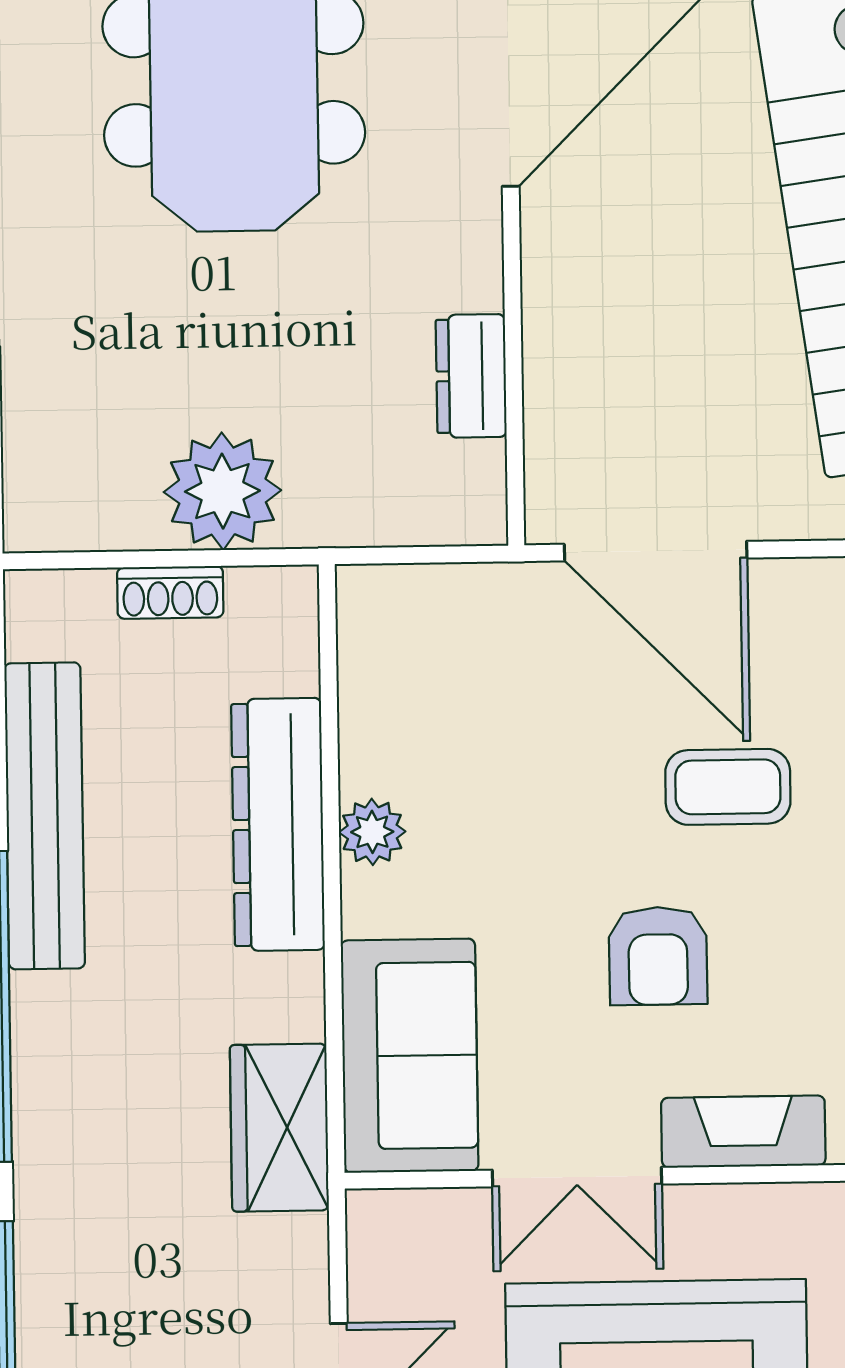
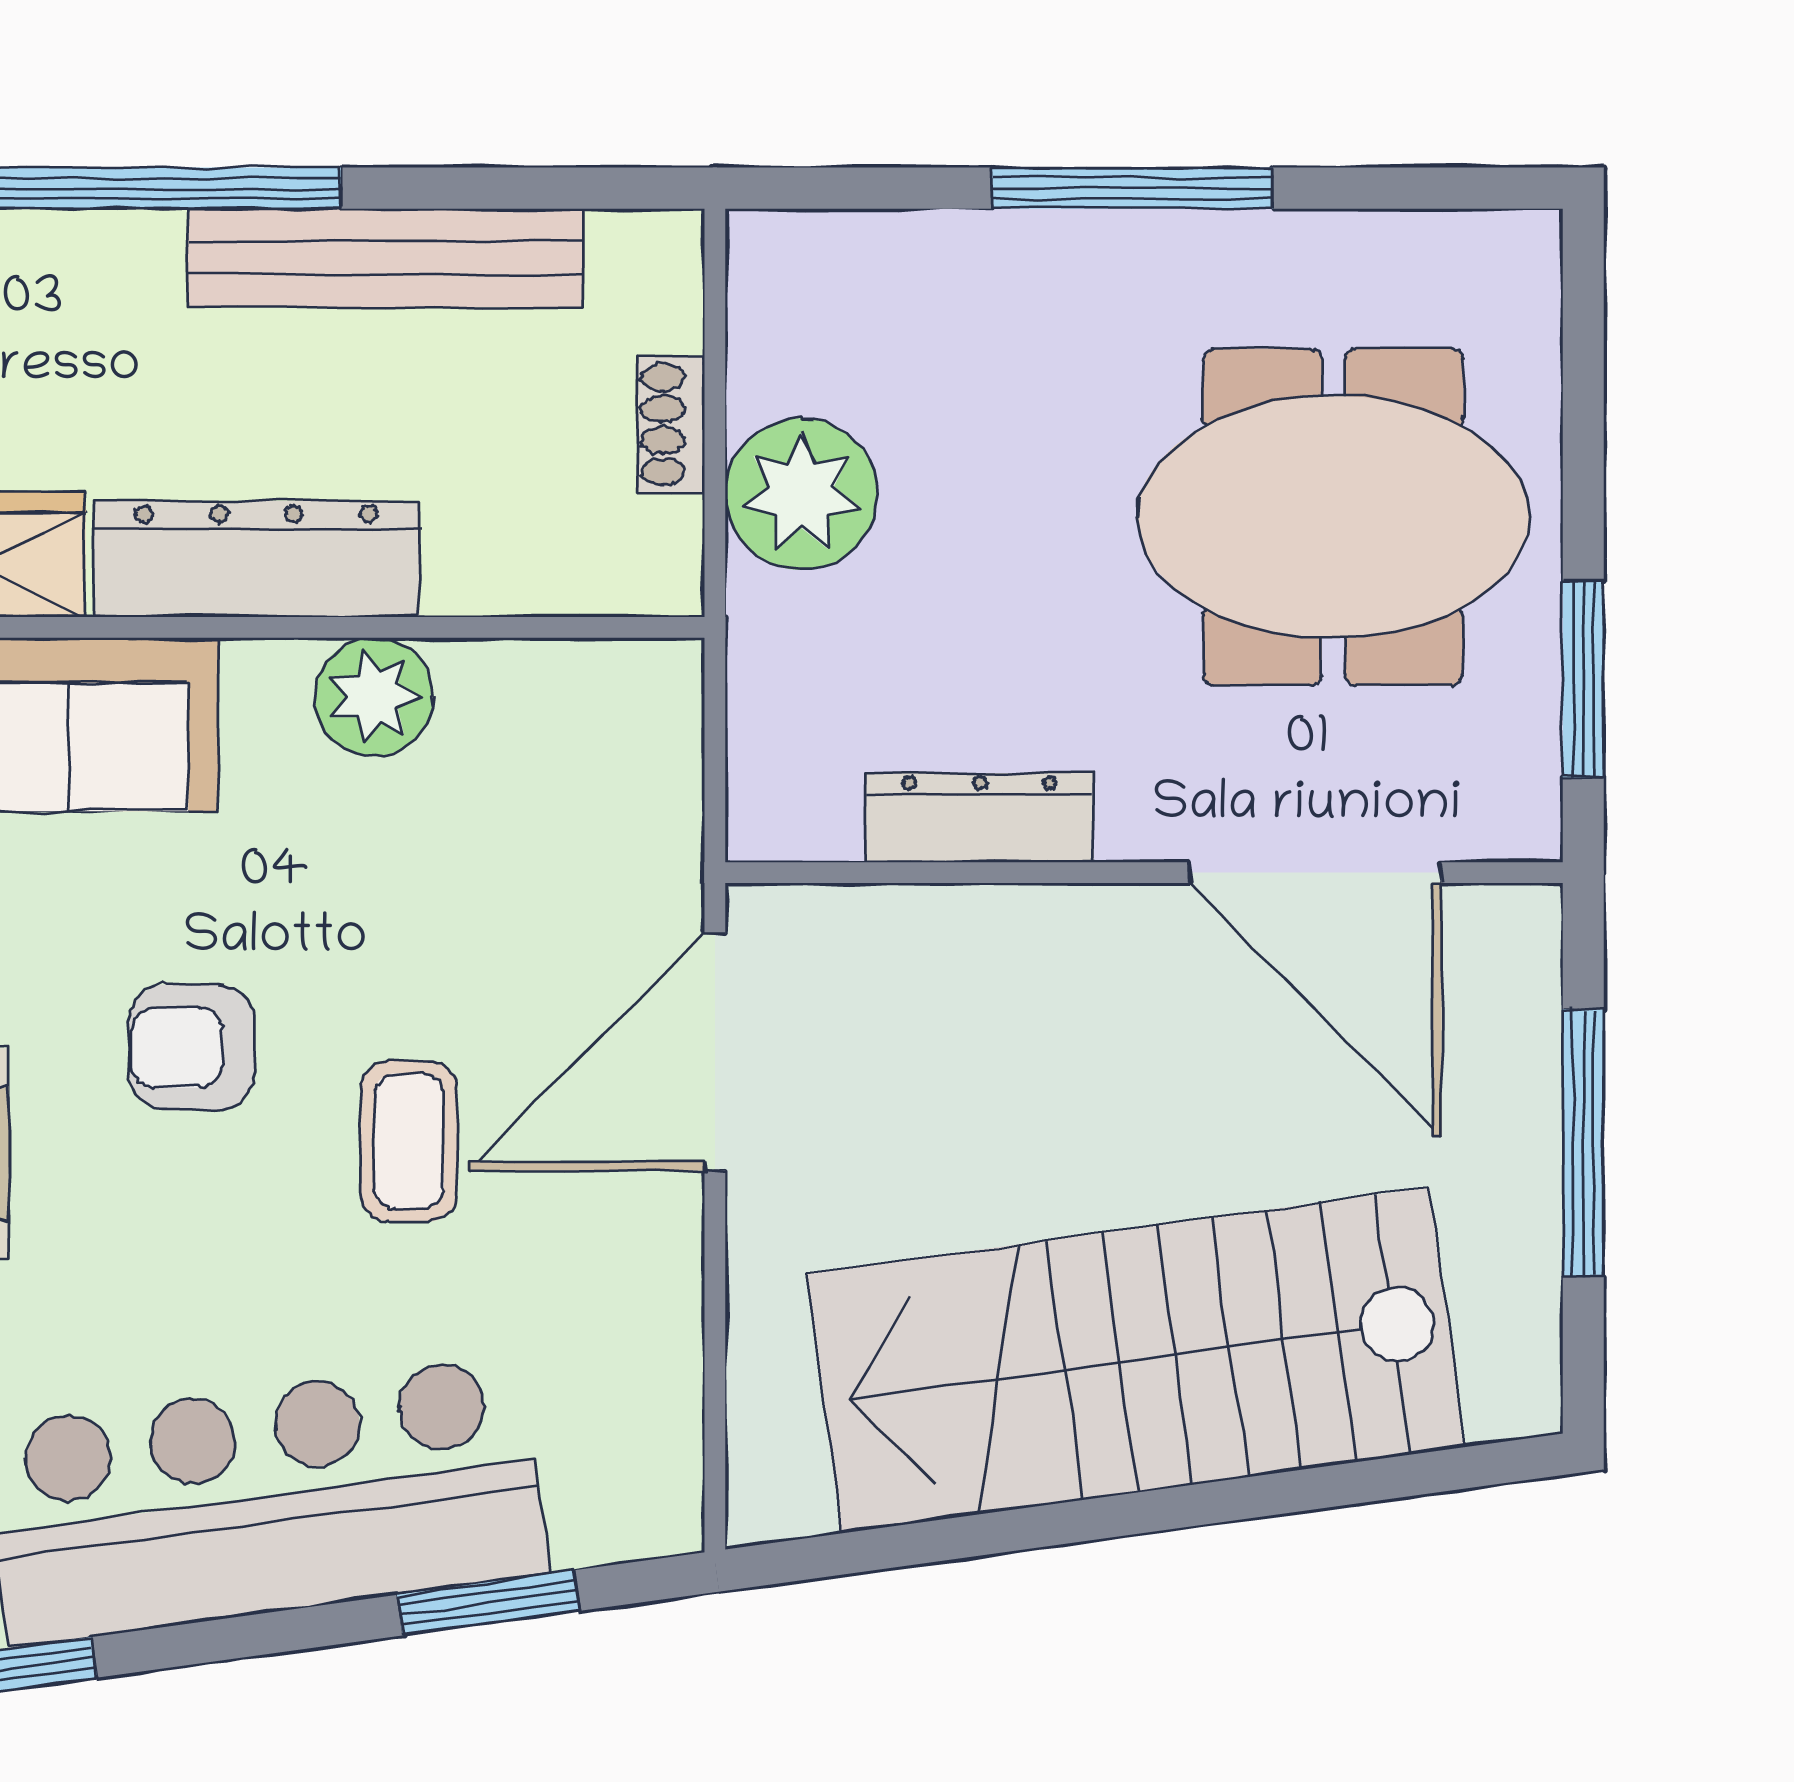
dresser: (471, 376) -> (980, 818), width x1.44
dresser: (278, 824) -> (257, 559), moved
plant: (372, 832) -> (374, 697), width x1.38, depth x1.38

